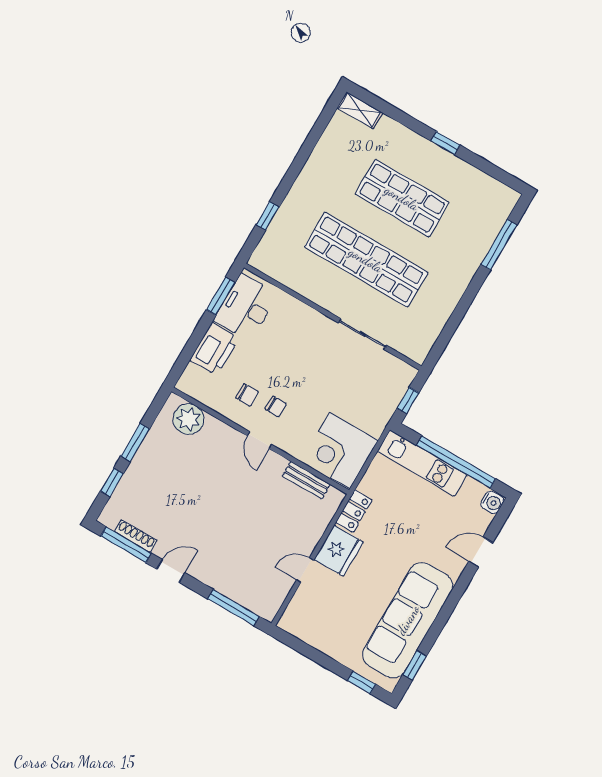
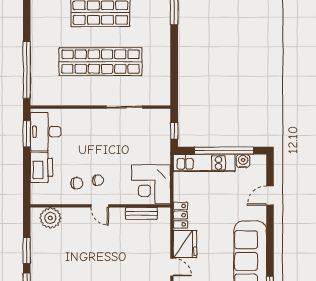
window: (268, 216) -> (27, 70), width x3.17
water cooler: (492, 502) -> (243, 161), moved, turned -90
door: (305, 570) -> (172, 267), swing flipped

